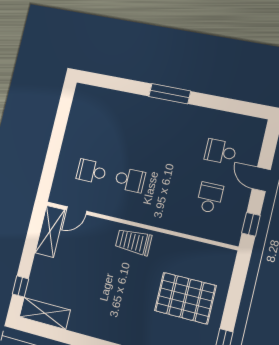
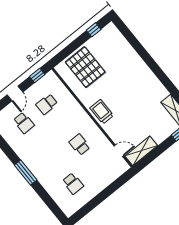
school desk: (91, 171) -> (73, 184), moved
trolley: (134, 242) -> (102, 112), turned 180
pallet: (185, 298) -> (85, 67), moved

